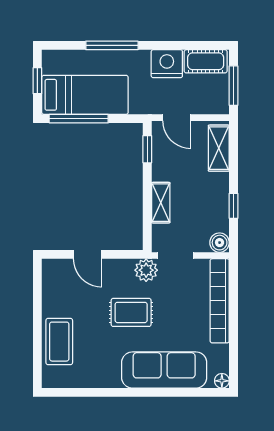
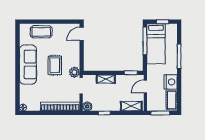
door: (88, 254) -> (82, 34), moved
sofa: (164, 370) -> (28, 65), moved

